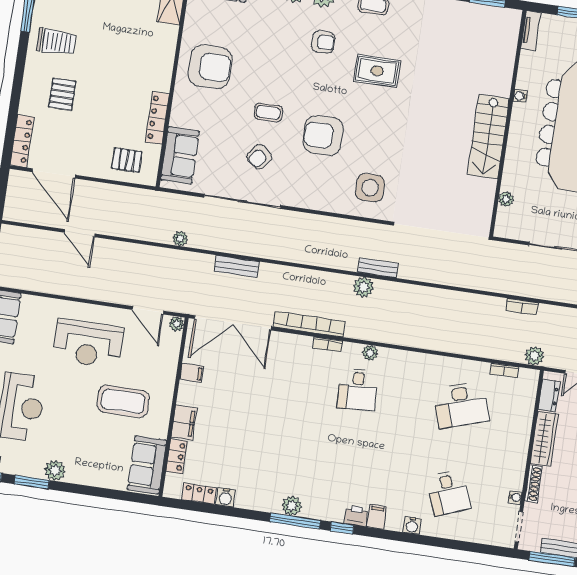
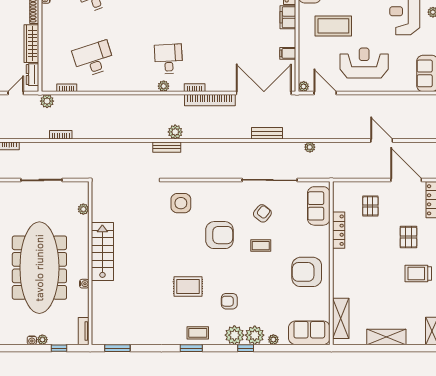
pallet: (127, 160) -> (370, 206), moved, turned 90

